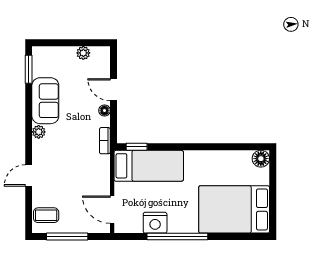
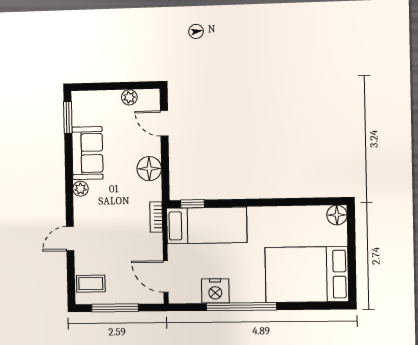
door: (113, 90) -> (164, 123), moved
floor lamp: (104, 111) -> (149, 169), width x1.89, depth x1.89
bookcase: (105, 141) -> (156, 217), moved

